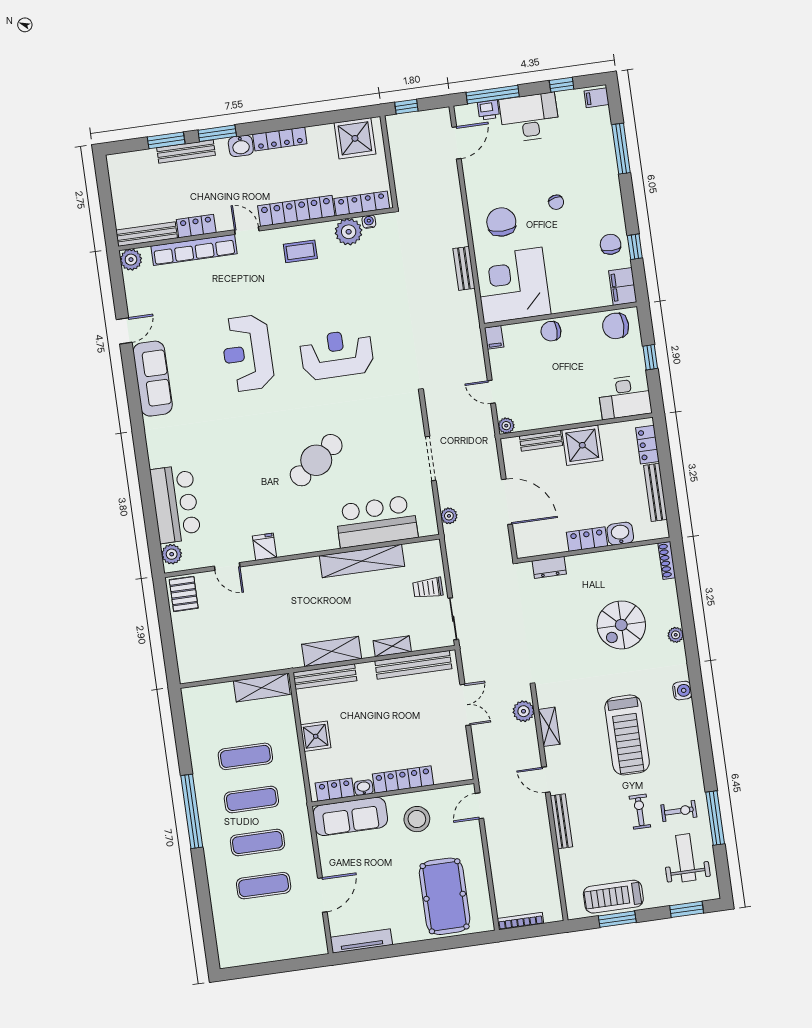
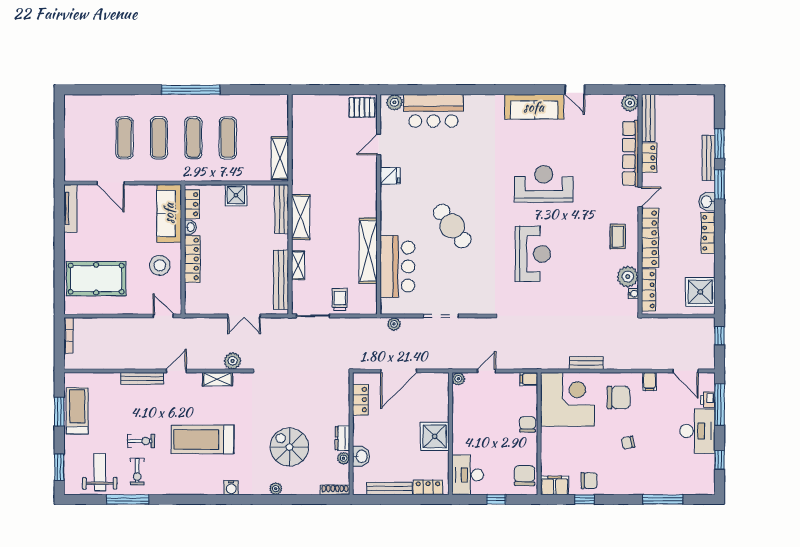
filing cabinet: (597, 98) -> (649, 382), moved, turned 180
bench: (541, 441) -> (443, 404), removed
locker: (587, 539) -> (360, 400), moved
plant: (626, 555) -> (344, 458), added
dresser: (549, 567) -> (342, 438), moved
weight bench: (686, 858) -> (100, 472), turned -90

